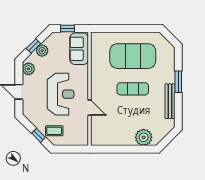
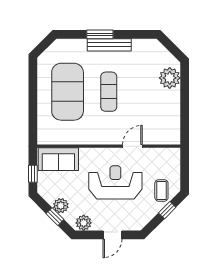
bench: (170, 101) -> (109, 45), moved

